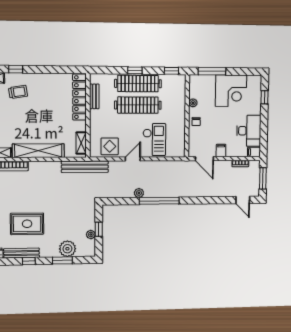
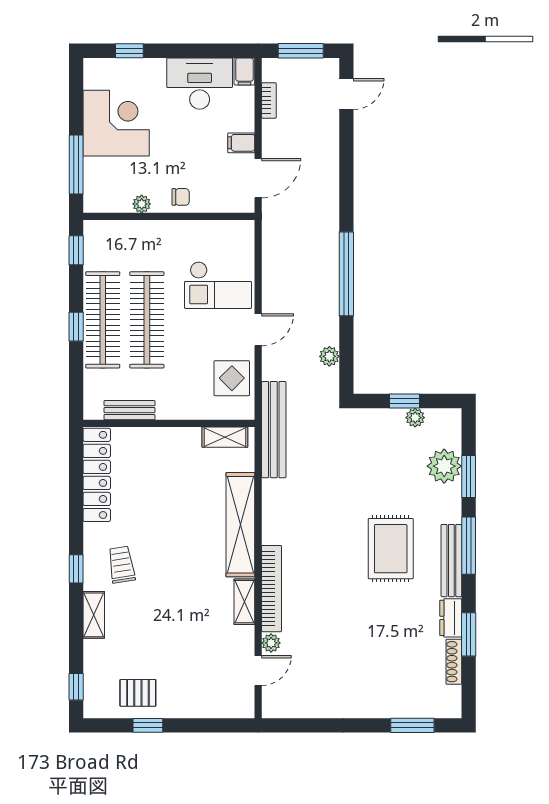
locker: (79, 97) -> (97, 475), moved, turned -90
checkout: (154, 140) -> (218, 285), turned 180
door: (133, 159) -> (258, 330), swing flipped
plant: (139, 193) -> (329, 356), moved
window: (29, 261) -> (469, 546), width x2.17

